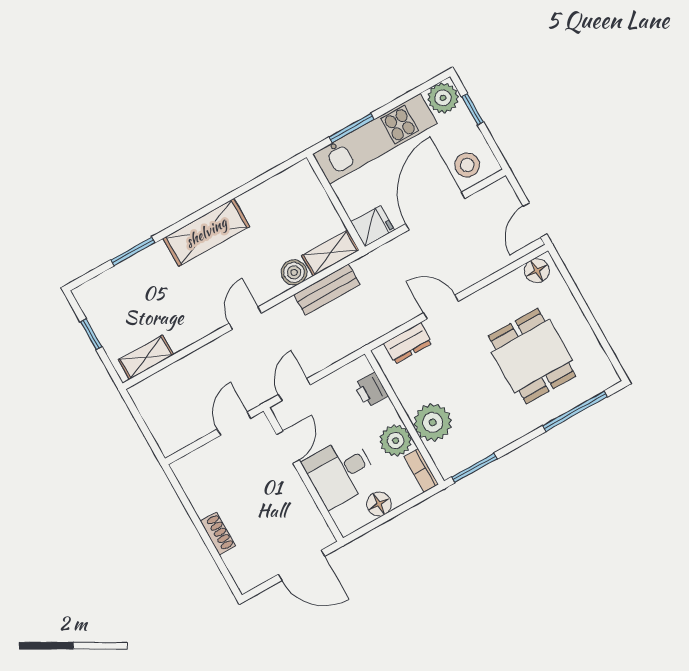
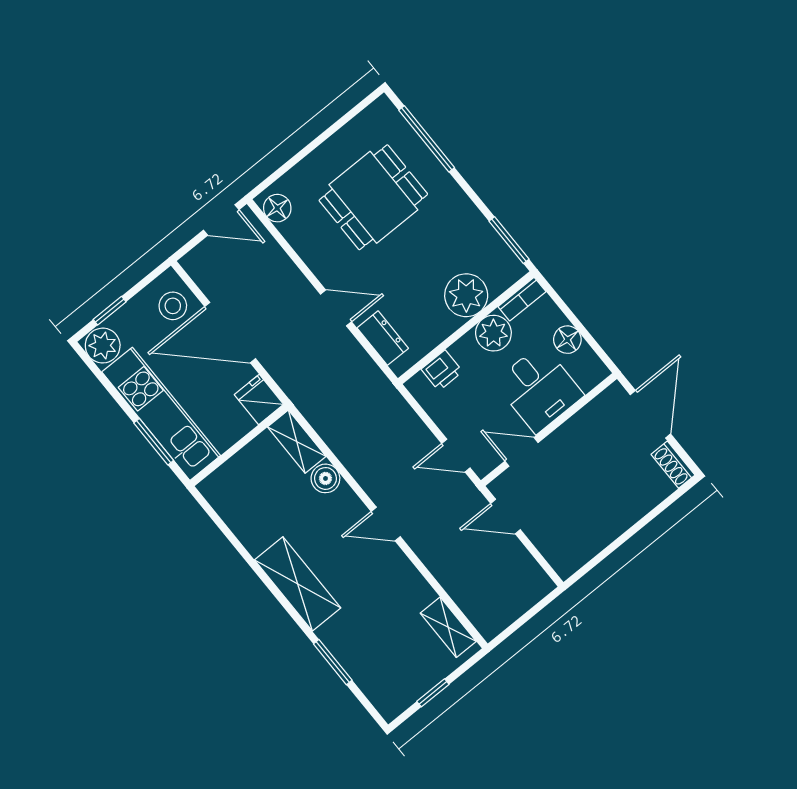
bench: (327, 290) -> (338, 438), removed
door: (441, 307) -> (336, 308), swing flipped
shoe rack: (218, 533) -> (673, 465), moved, turned -90

